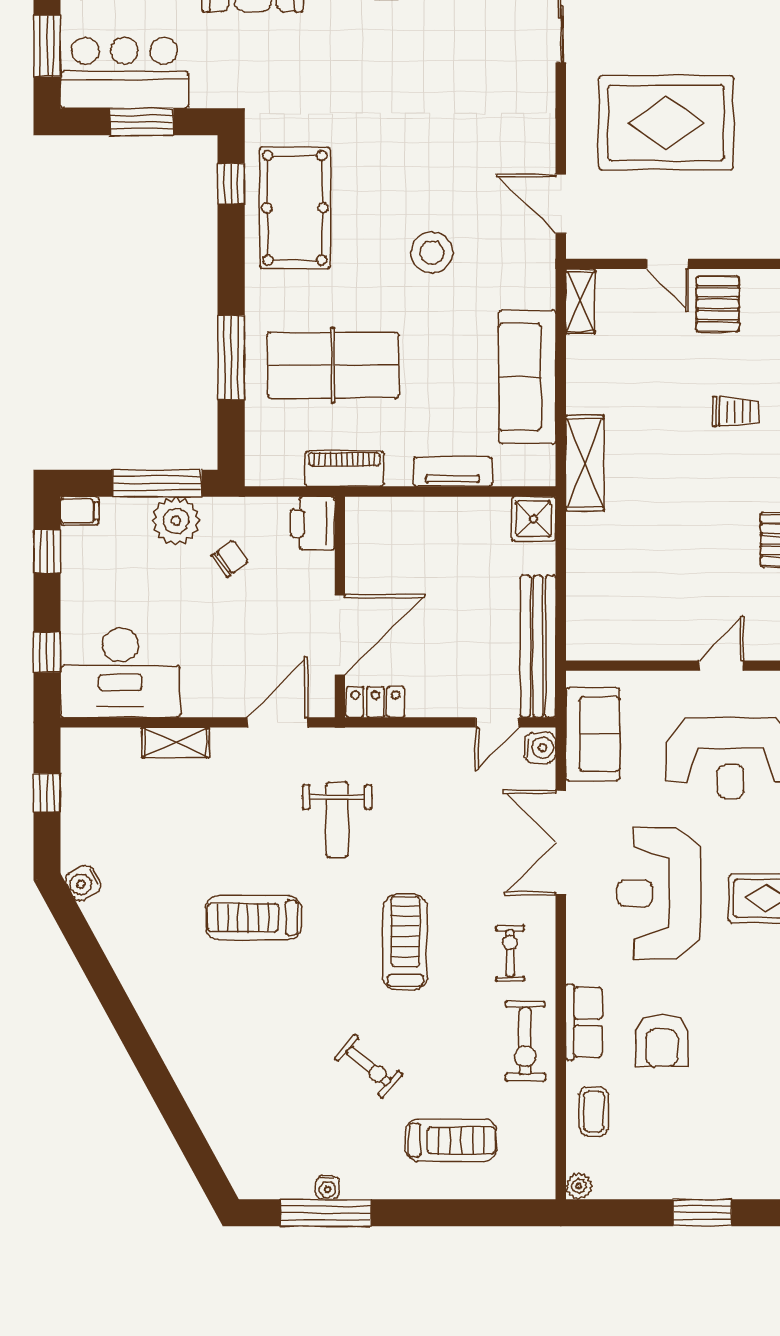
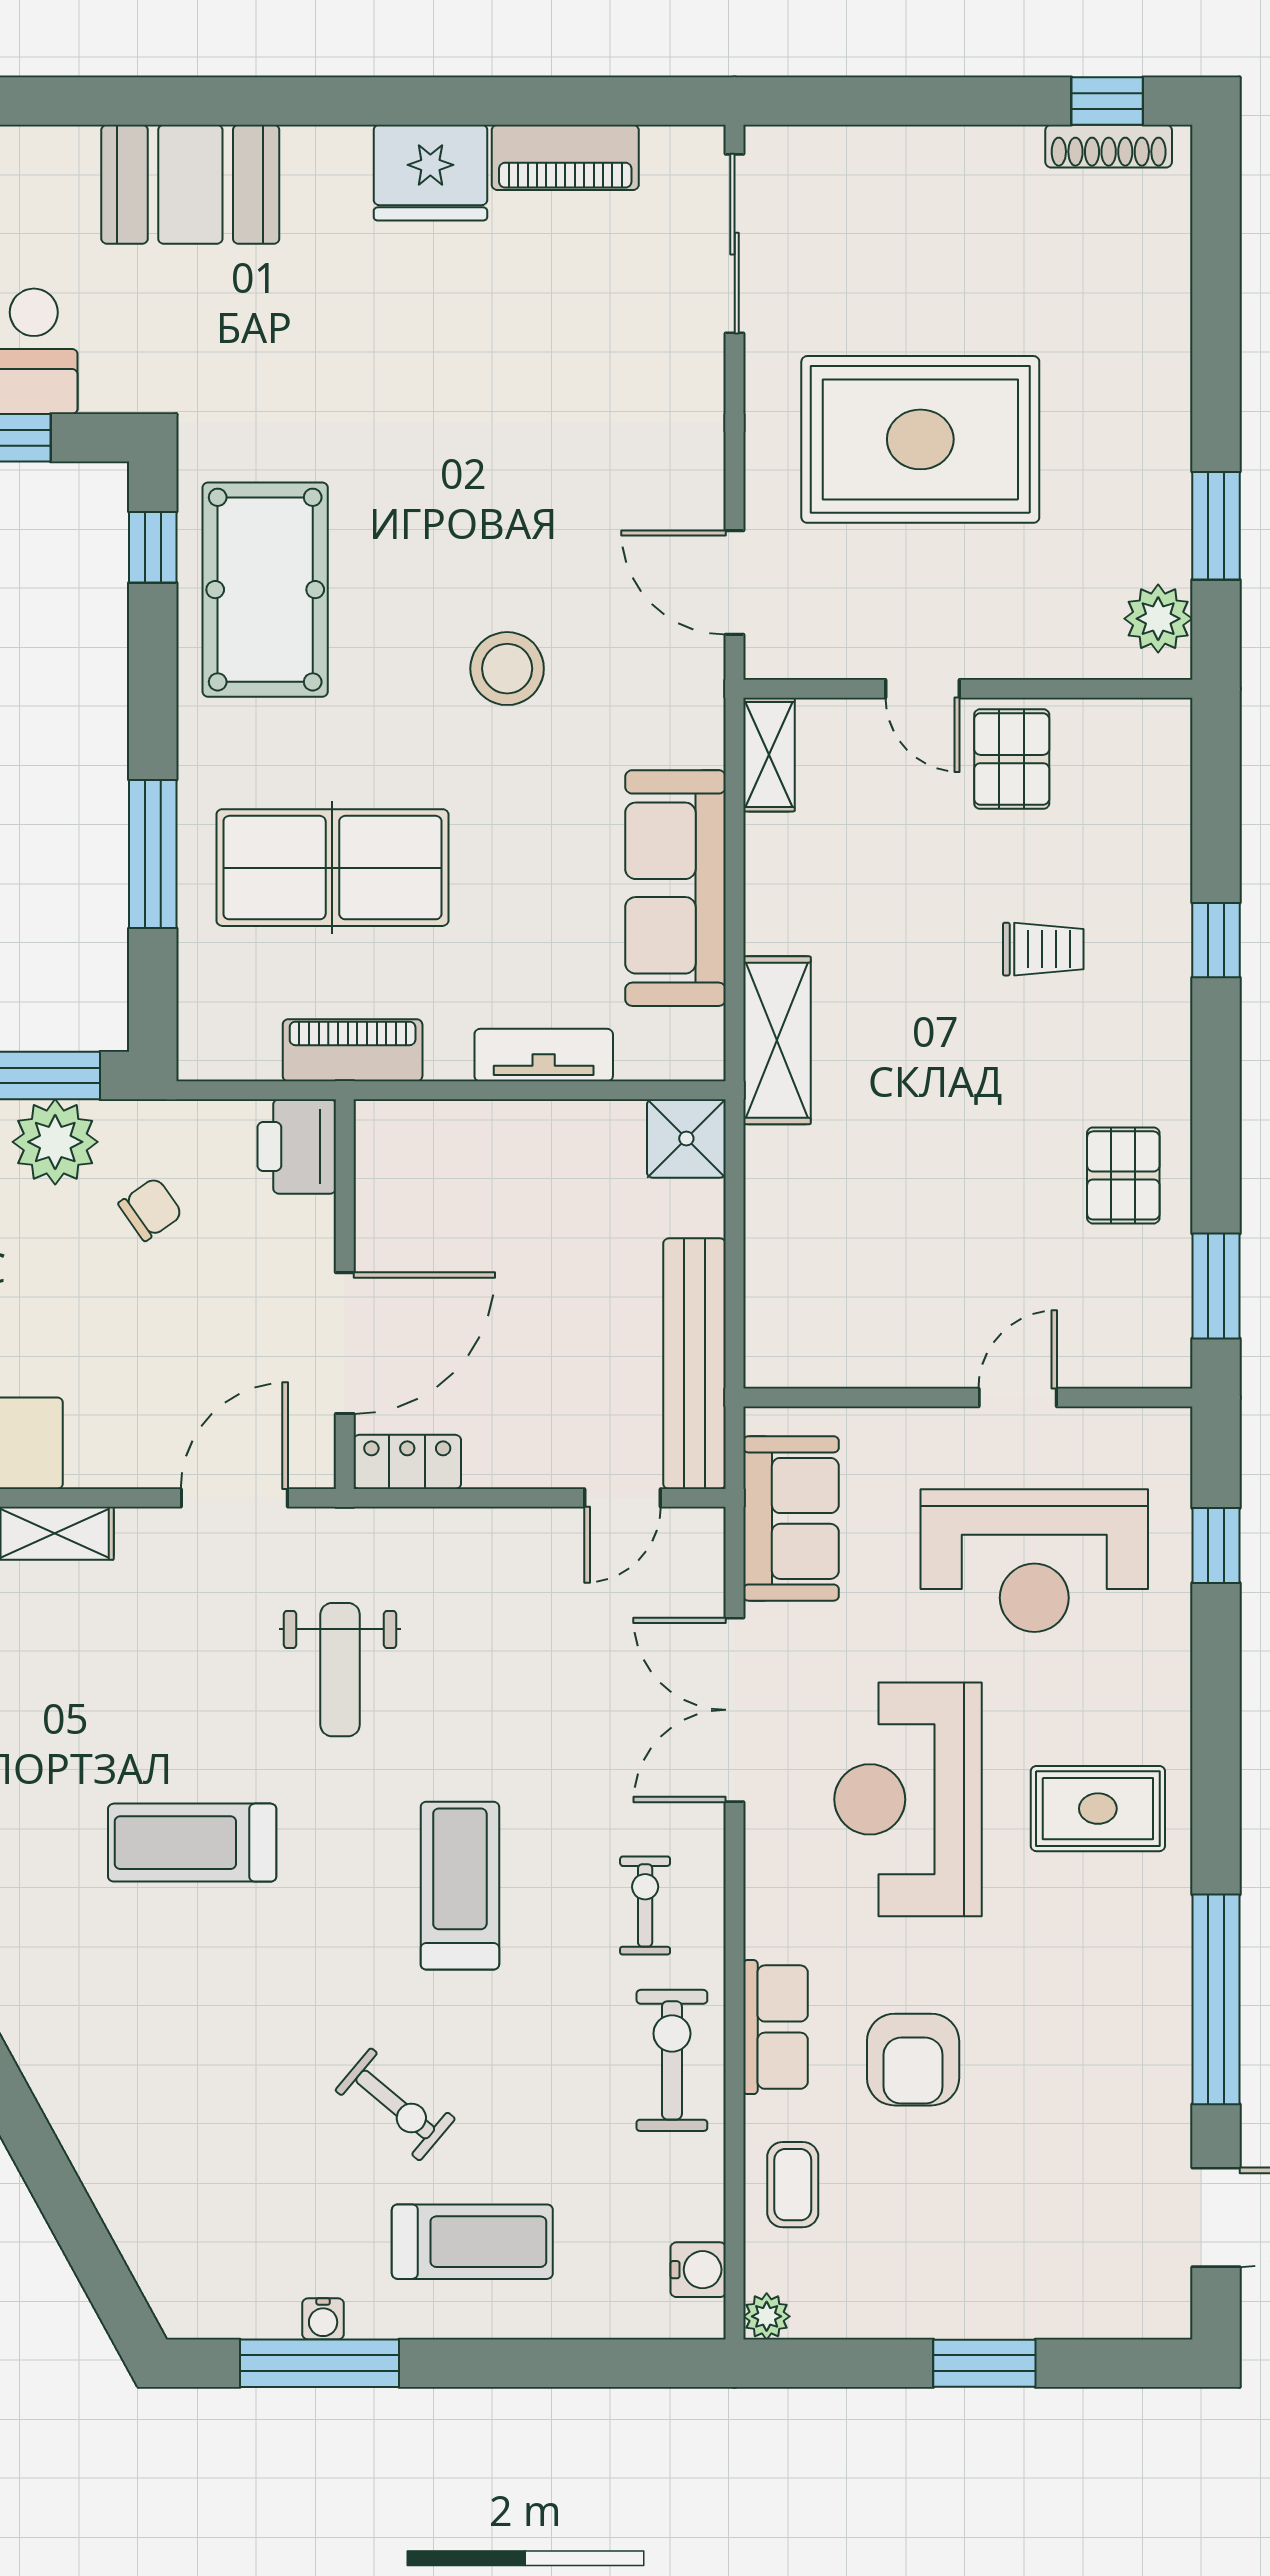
water cooler: (540, 748) -> (698, 2270), moved
exercise bike: (525, 1041) -> (672, 2060), turned 180
treadmill: (451, 1140) -> (472, 2242), moved

